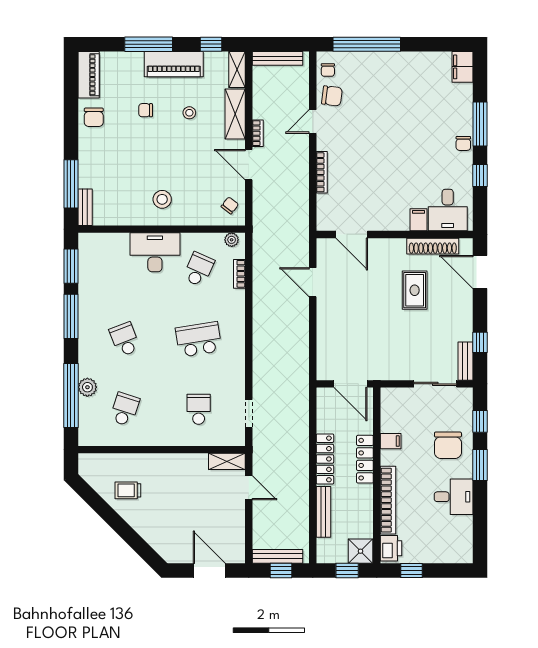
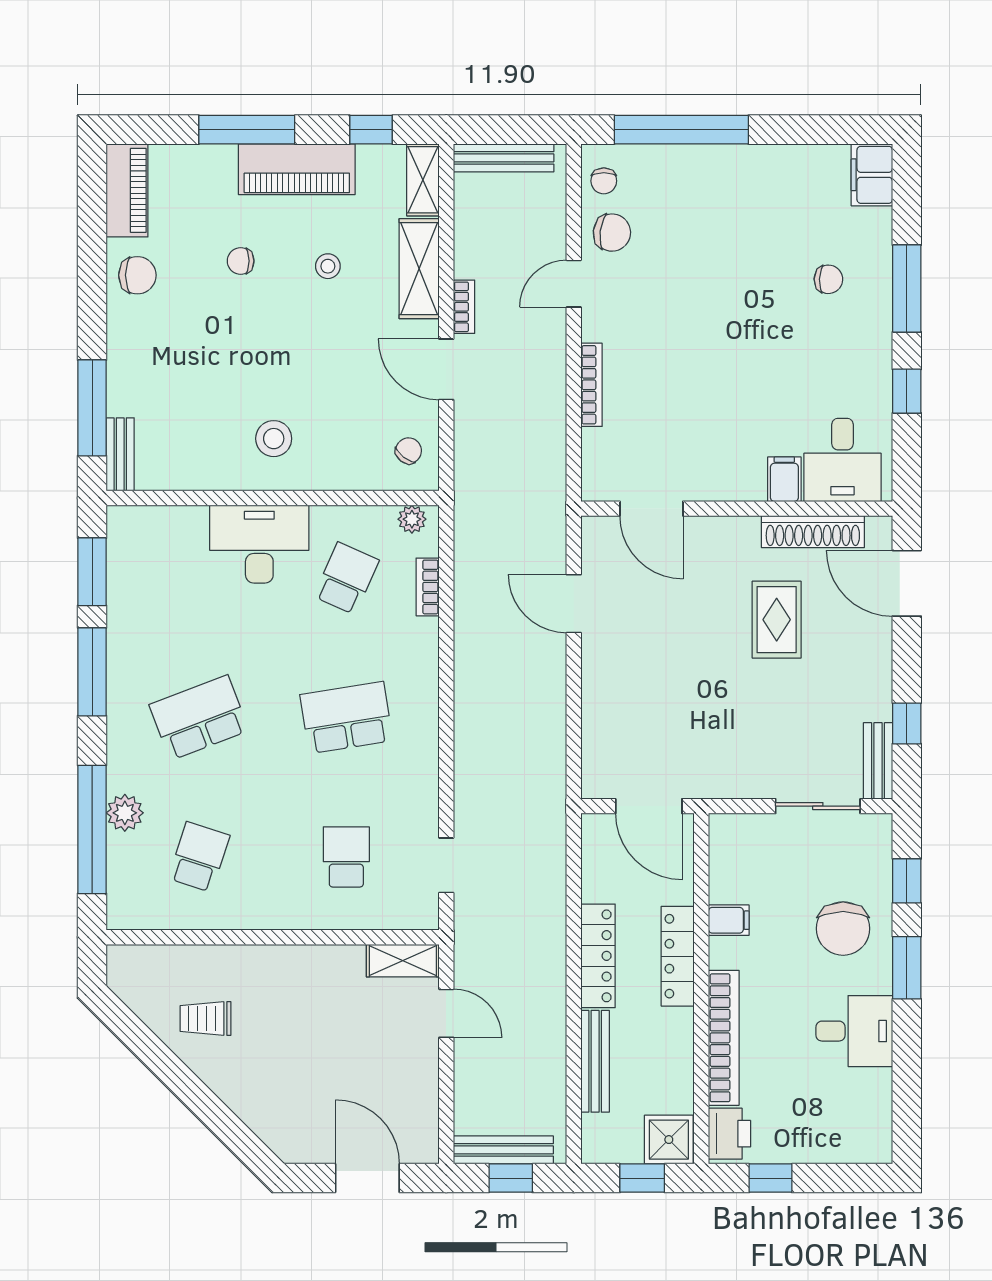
chair: (94, 117) -> (137, 275), turned -90
chair: (463, 143) -> (828, 279), moved, turned -88
school desk: (125, 339) -> (199, 718), width x1.85

